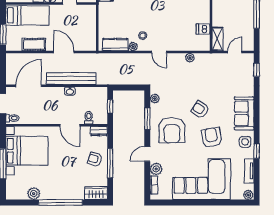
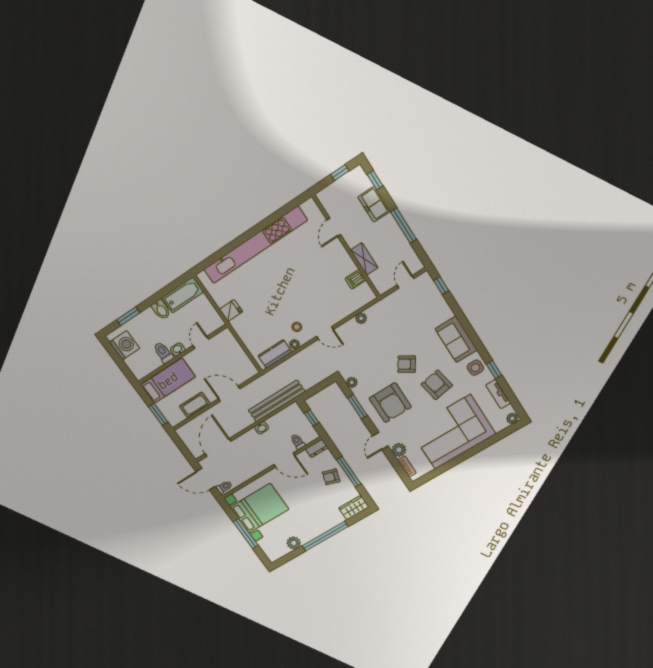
shelving: (217, 39) -> (364, 259), moved
bench: (71, 79) -> (277, 401), moved

